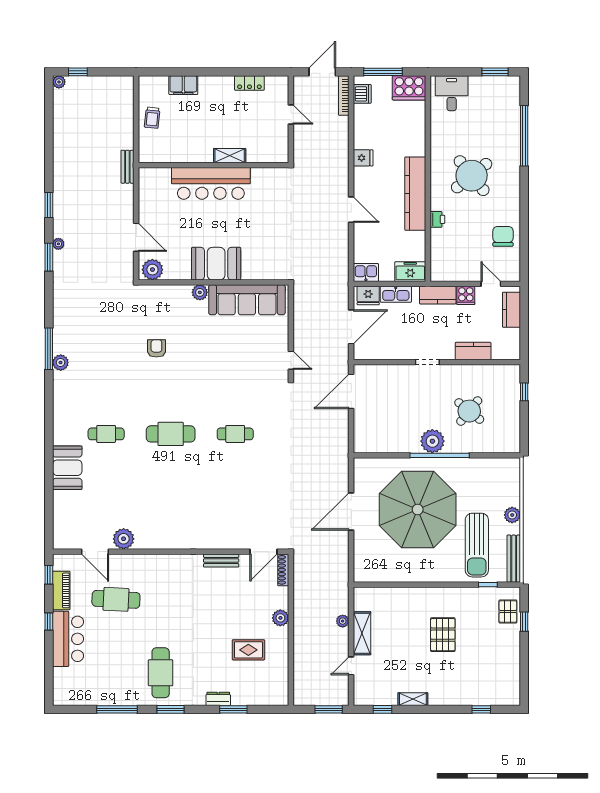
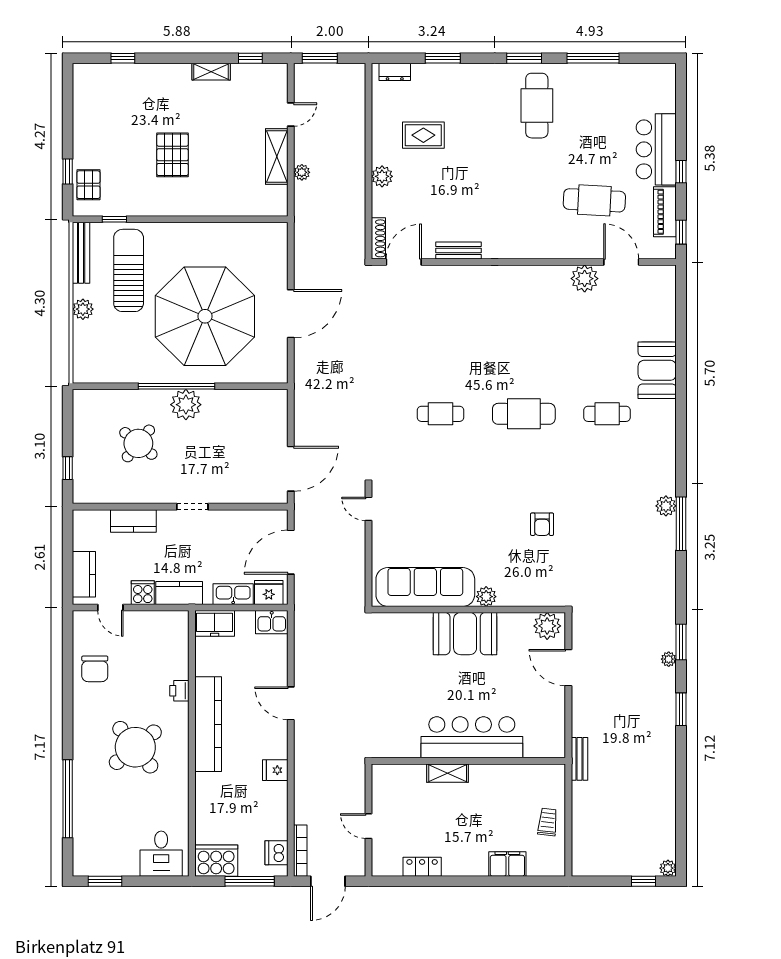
dresser: (218, 699) -> (395, 72), moved

